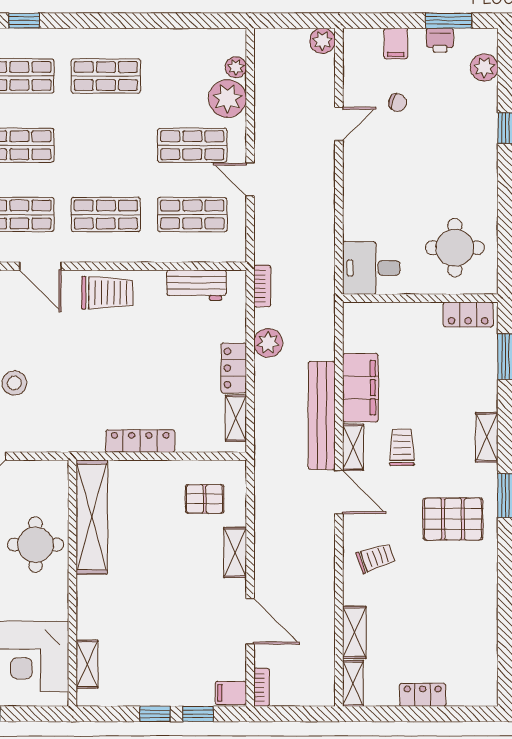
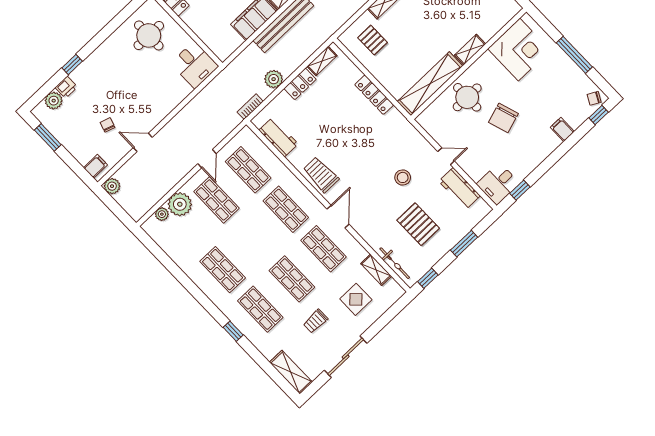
printer: (440, 40) -> (66, 87), moved, turned 90
filing cabinet: (396, 44) -> (95, 166), moved
shelving: (87, 664) -> (470, 50), moved

